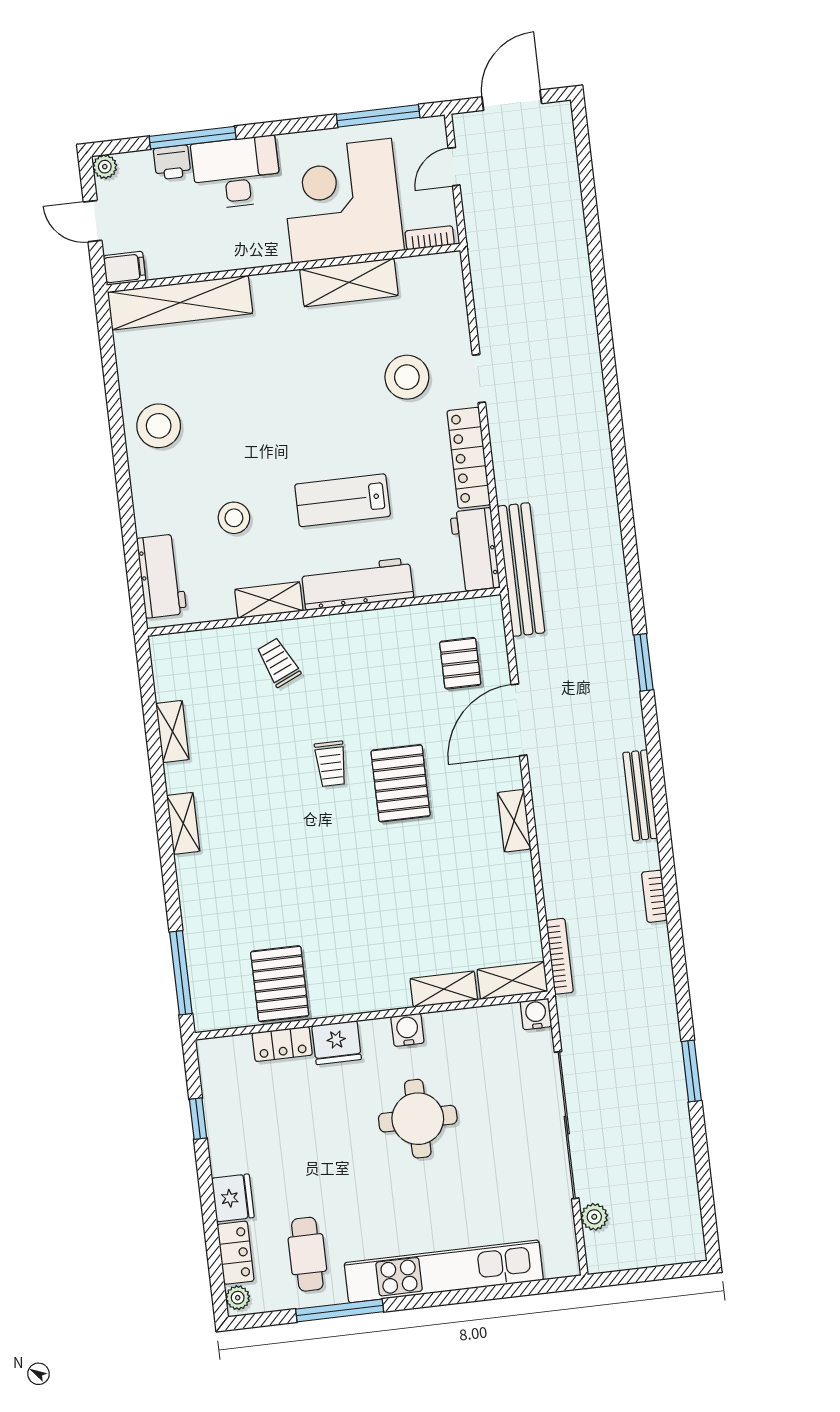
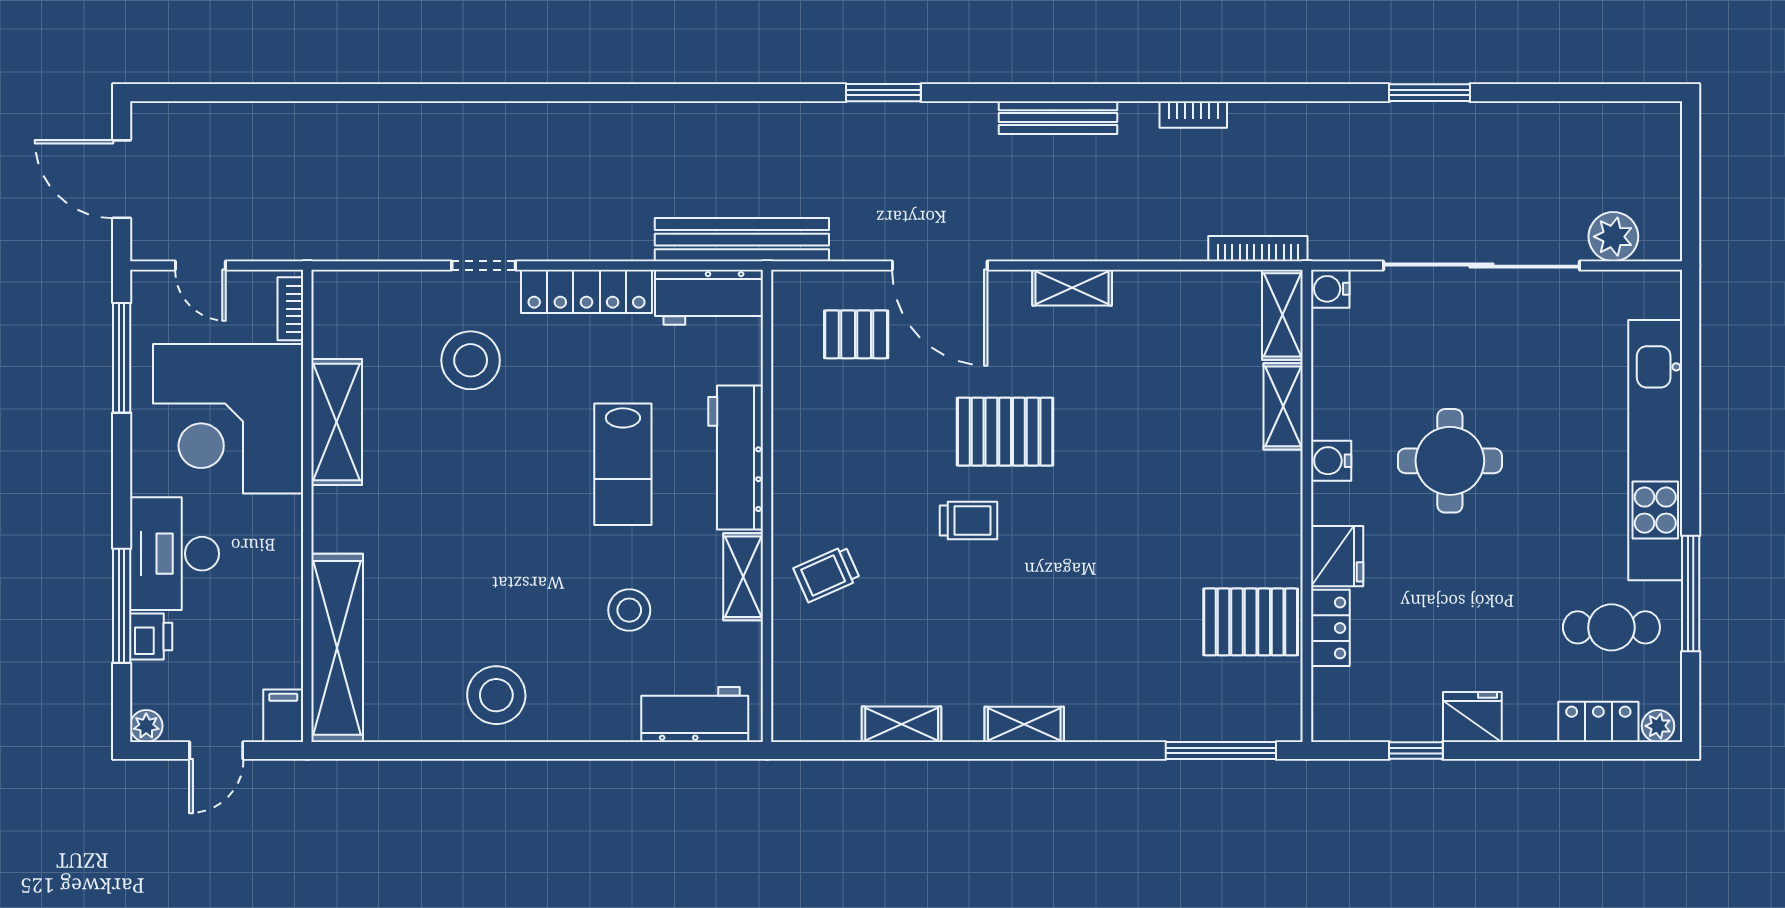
fridge: (233, 1198) -> (1472, 717), moved
plant: (594, 1217) -> (1613, 237), width x1.38, depth x1.38

